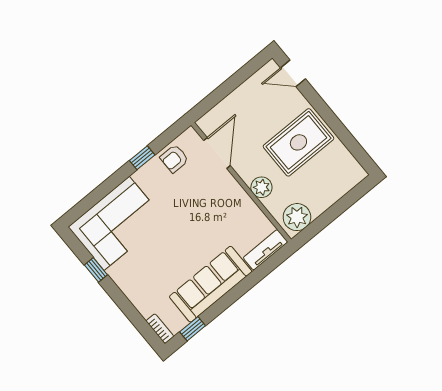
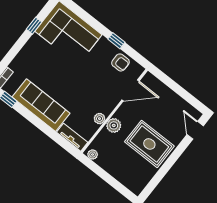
armchair: (174, 159) -> (120, 62), turned 180
plant: (247, 205) -> (100, 119), added
plant: (297, 217) -> (93, 154), width x0.53, depth x0.53

